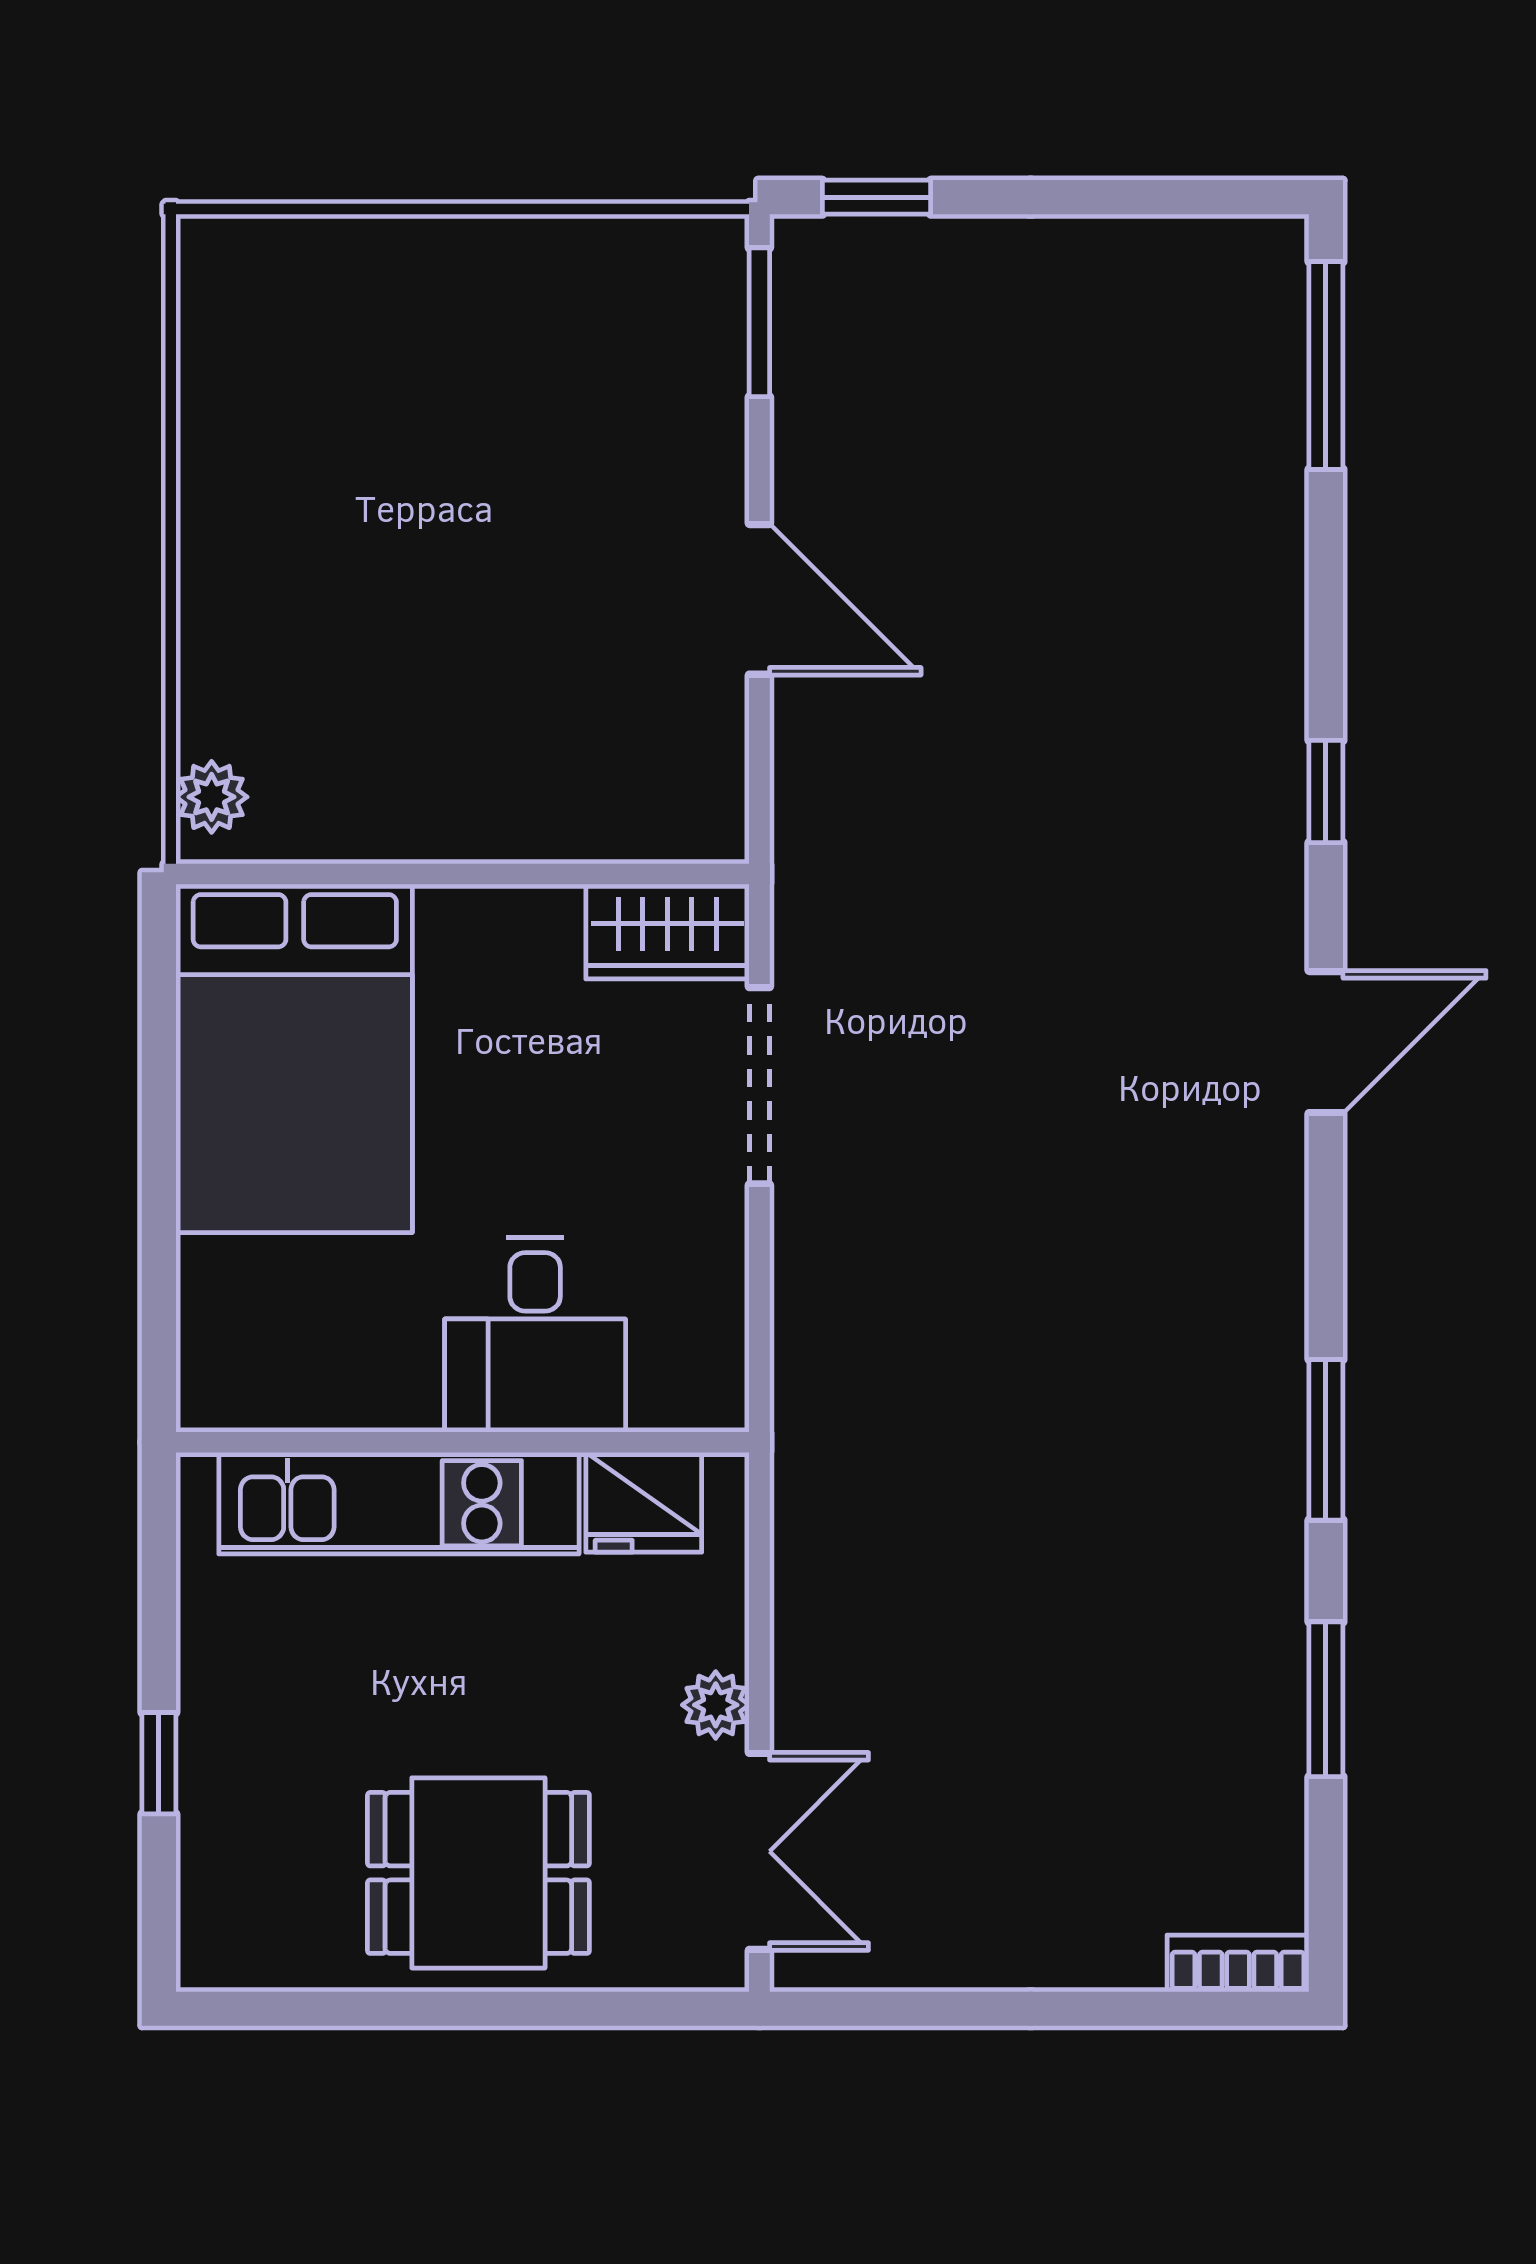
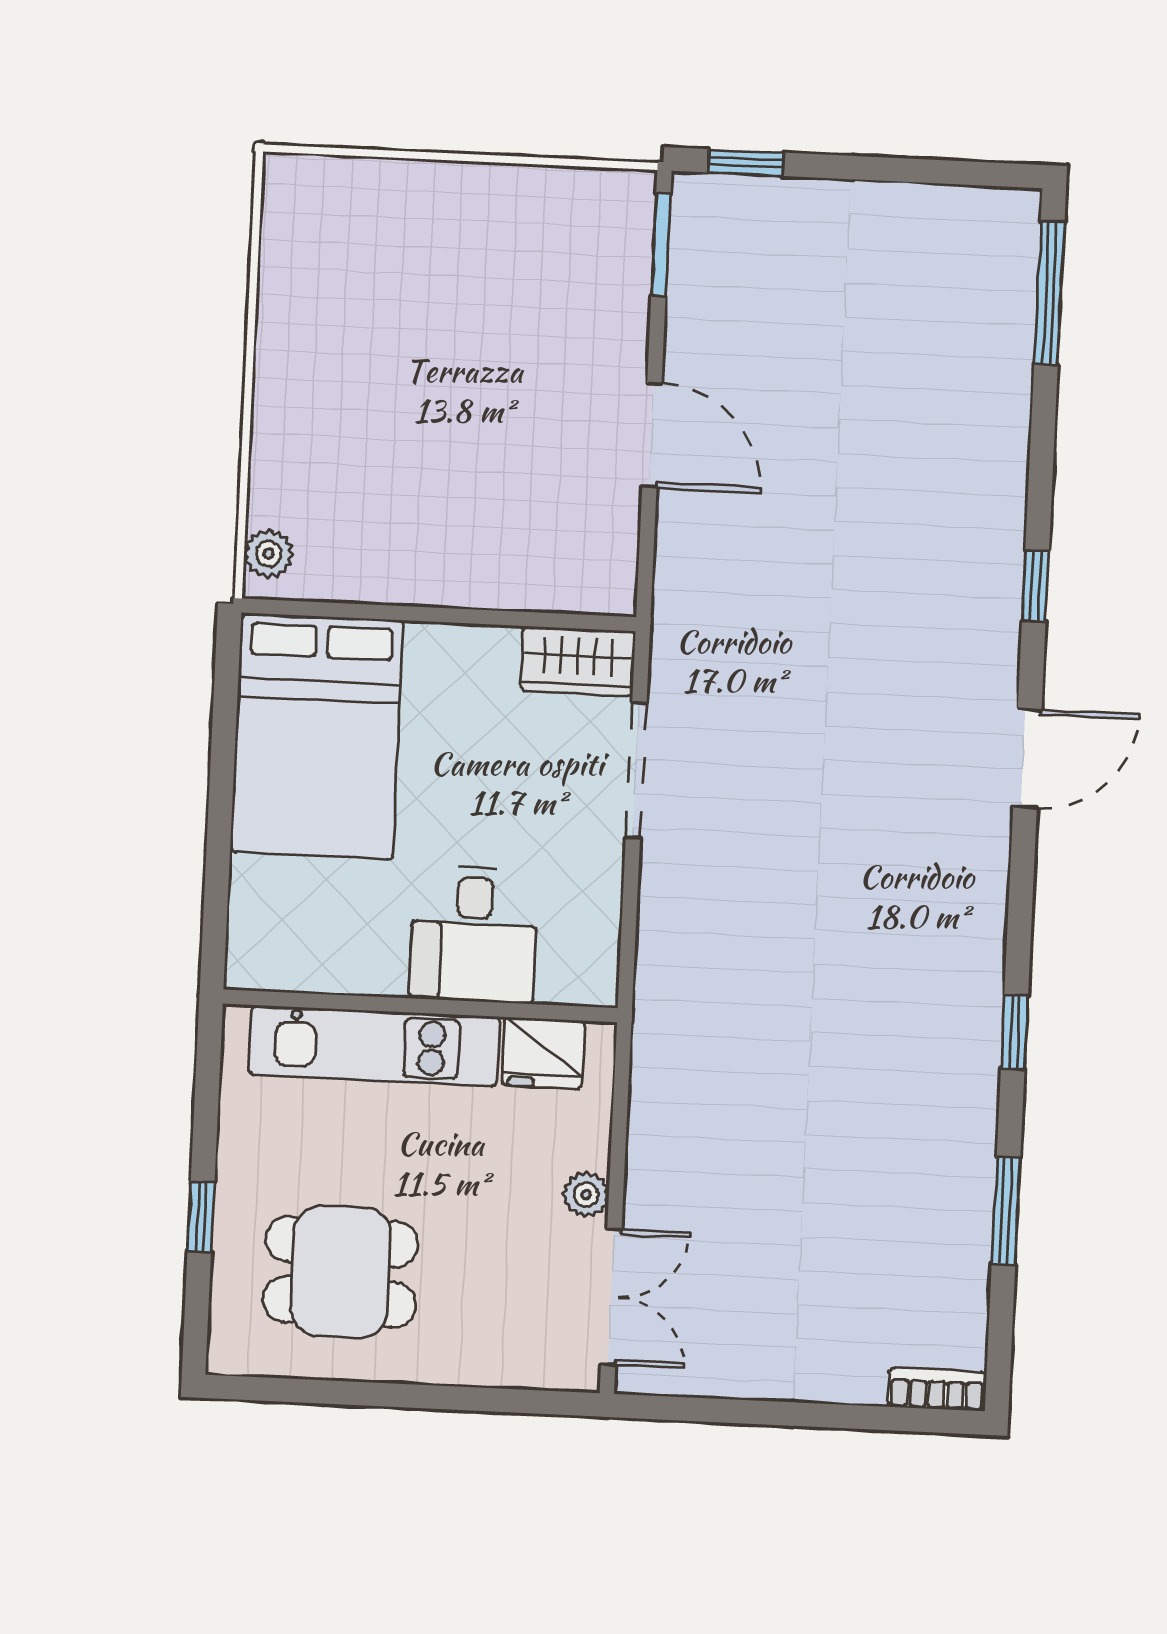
window: (1326, 1440) -> (1014, 1032), width x0.67
dining table: (478, 1873) -> (341, 1272), moved

